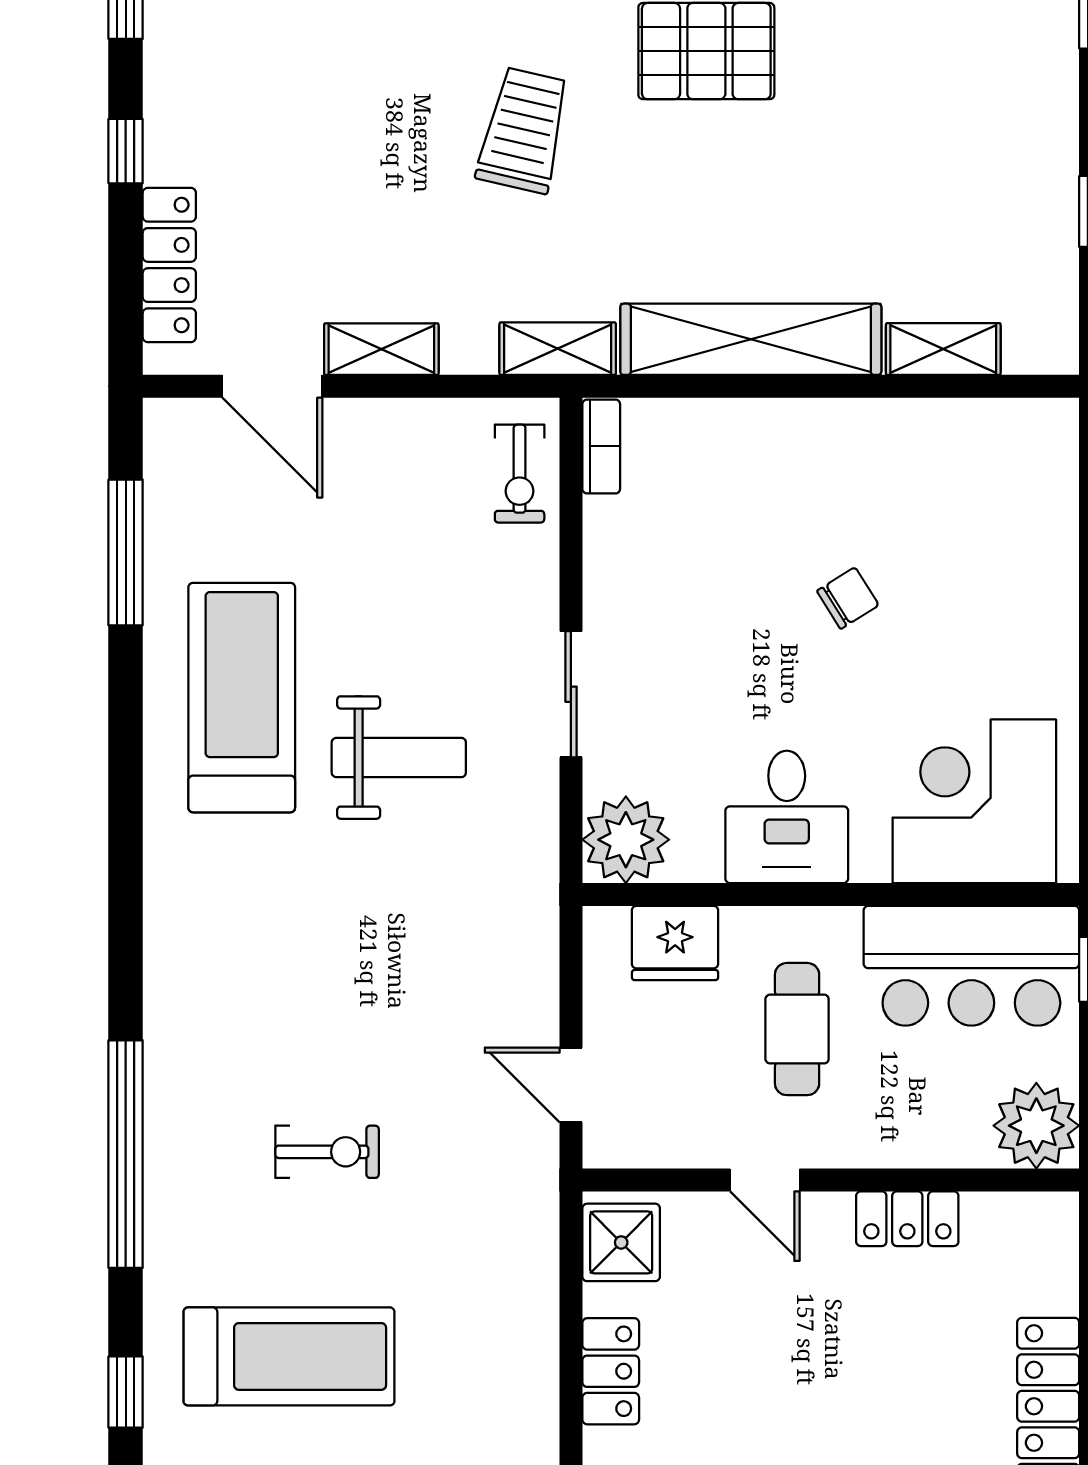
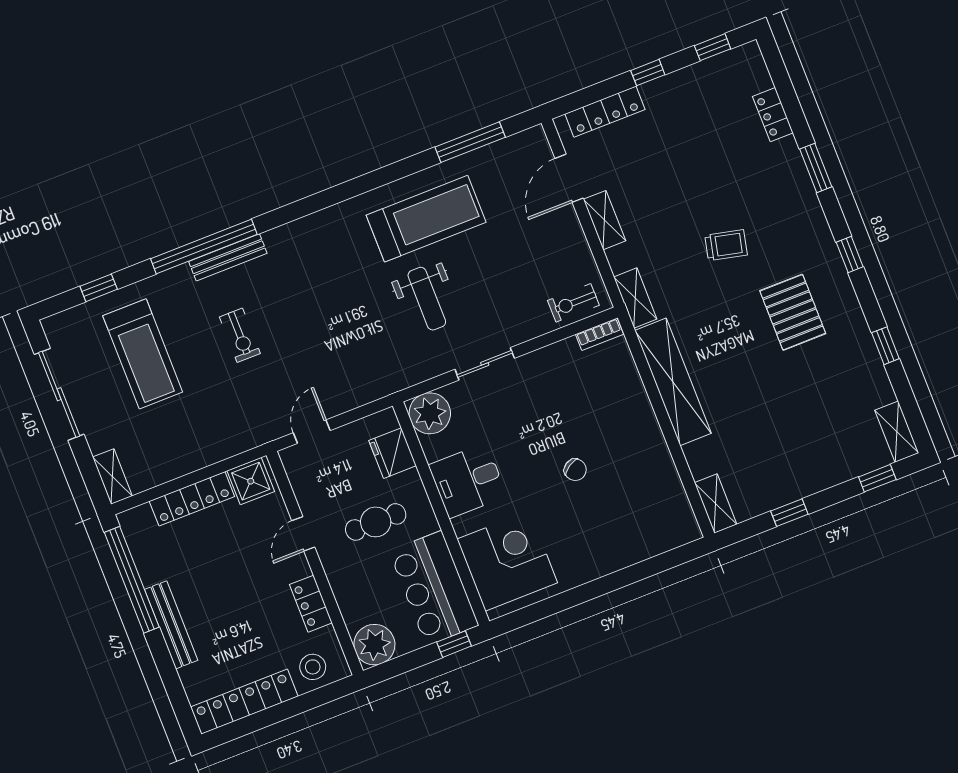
trolley: (524, 130) -> (726, 245), width x0.73, depth x0.72
shelving: (943, 349) -> (716, 504), moved
bench: (165, 1115) -> (228, 257), added
stool: (1033, 1264) -> (313, 667), added
locker: (611, 1371) -> (192, 499), width x1.53

